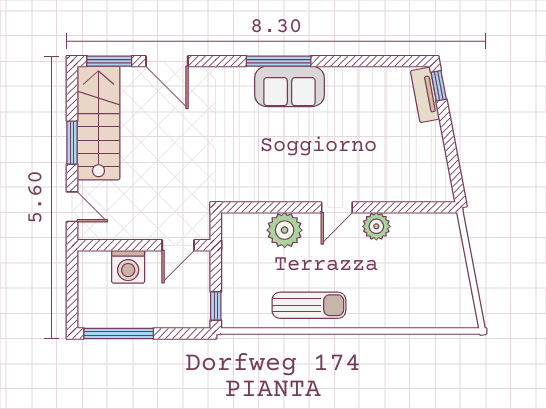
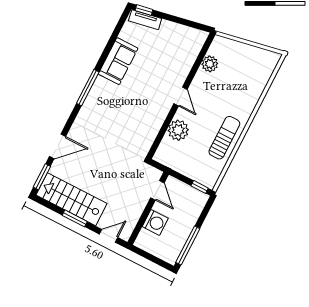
sofa: (289, 86) -> (118, 61), moved
plant: (376, 226) -> (210, 64), moved

